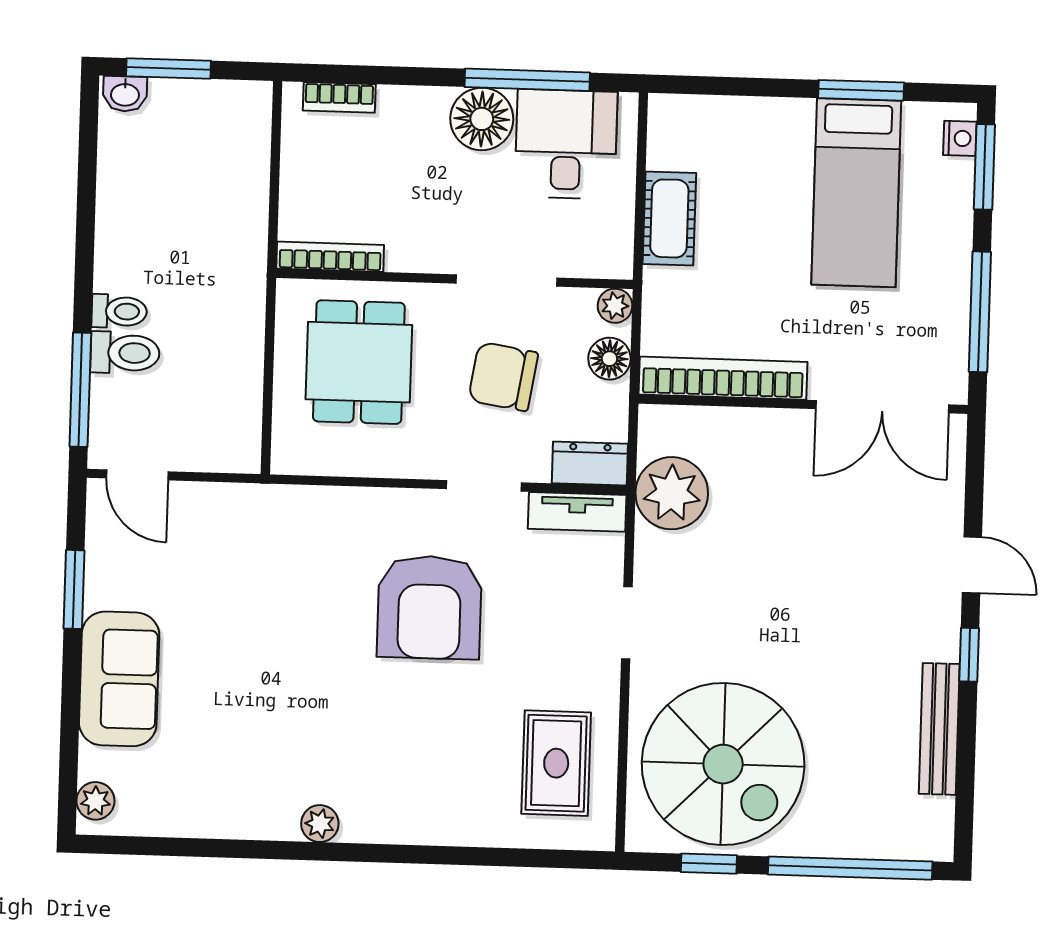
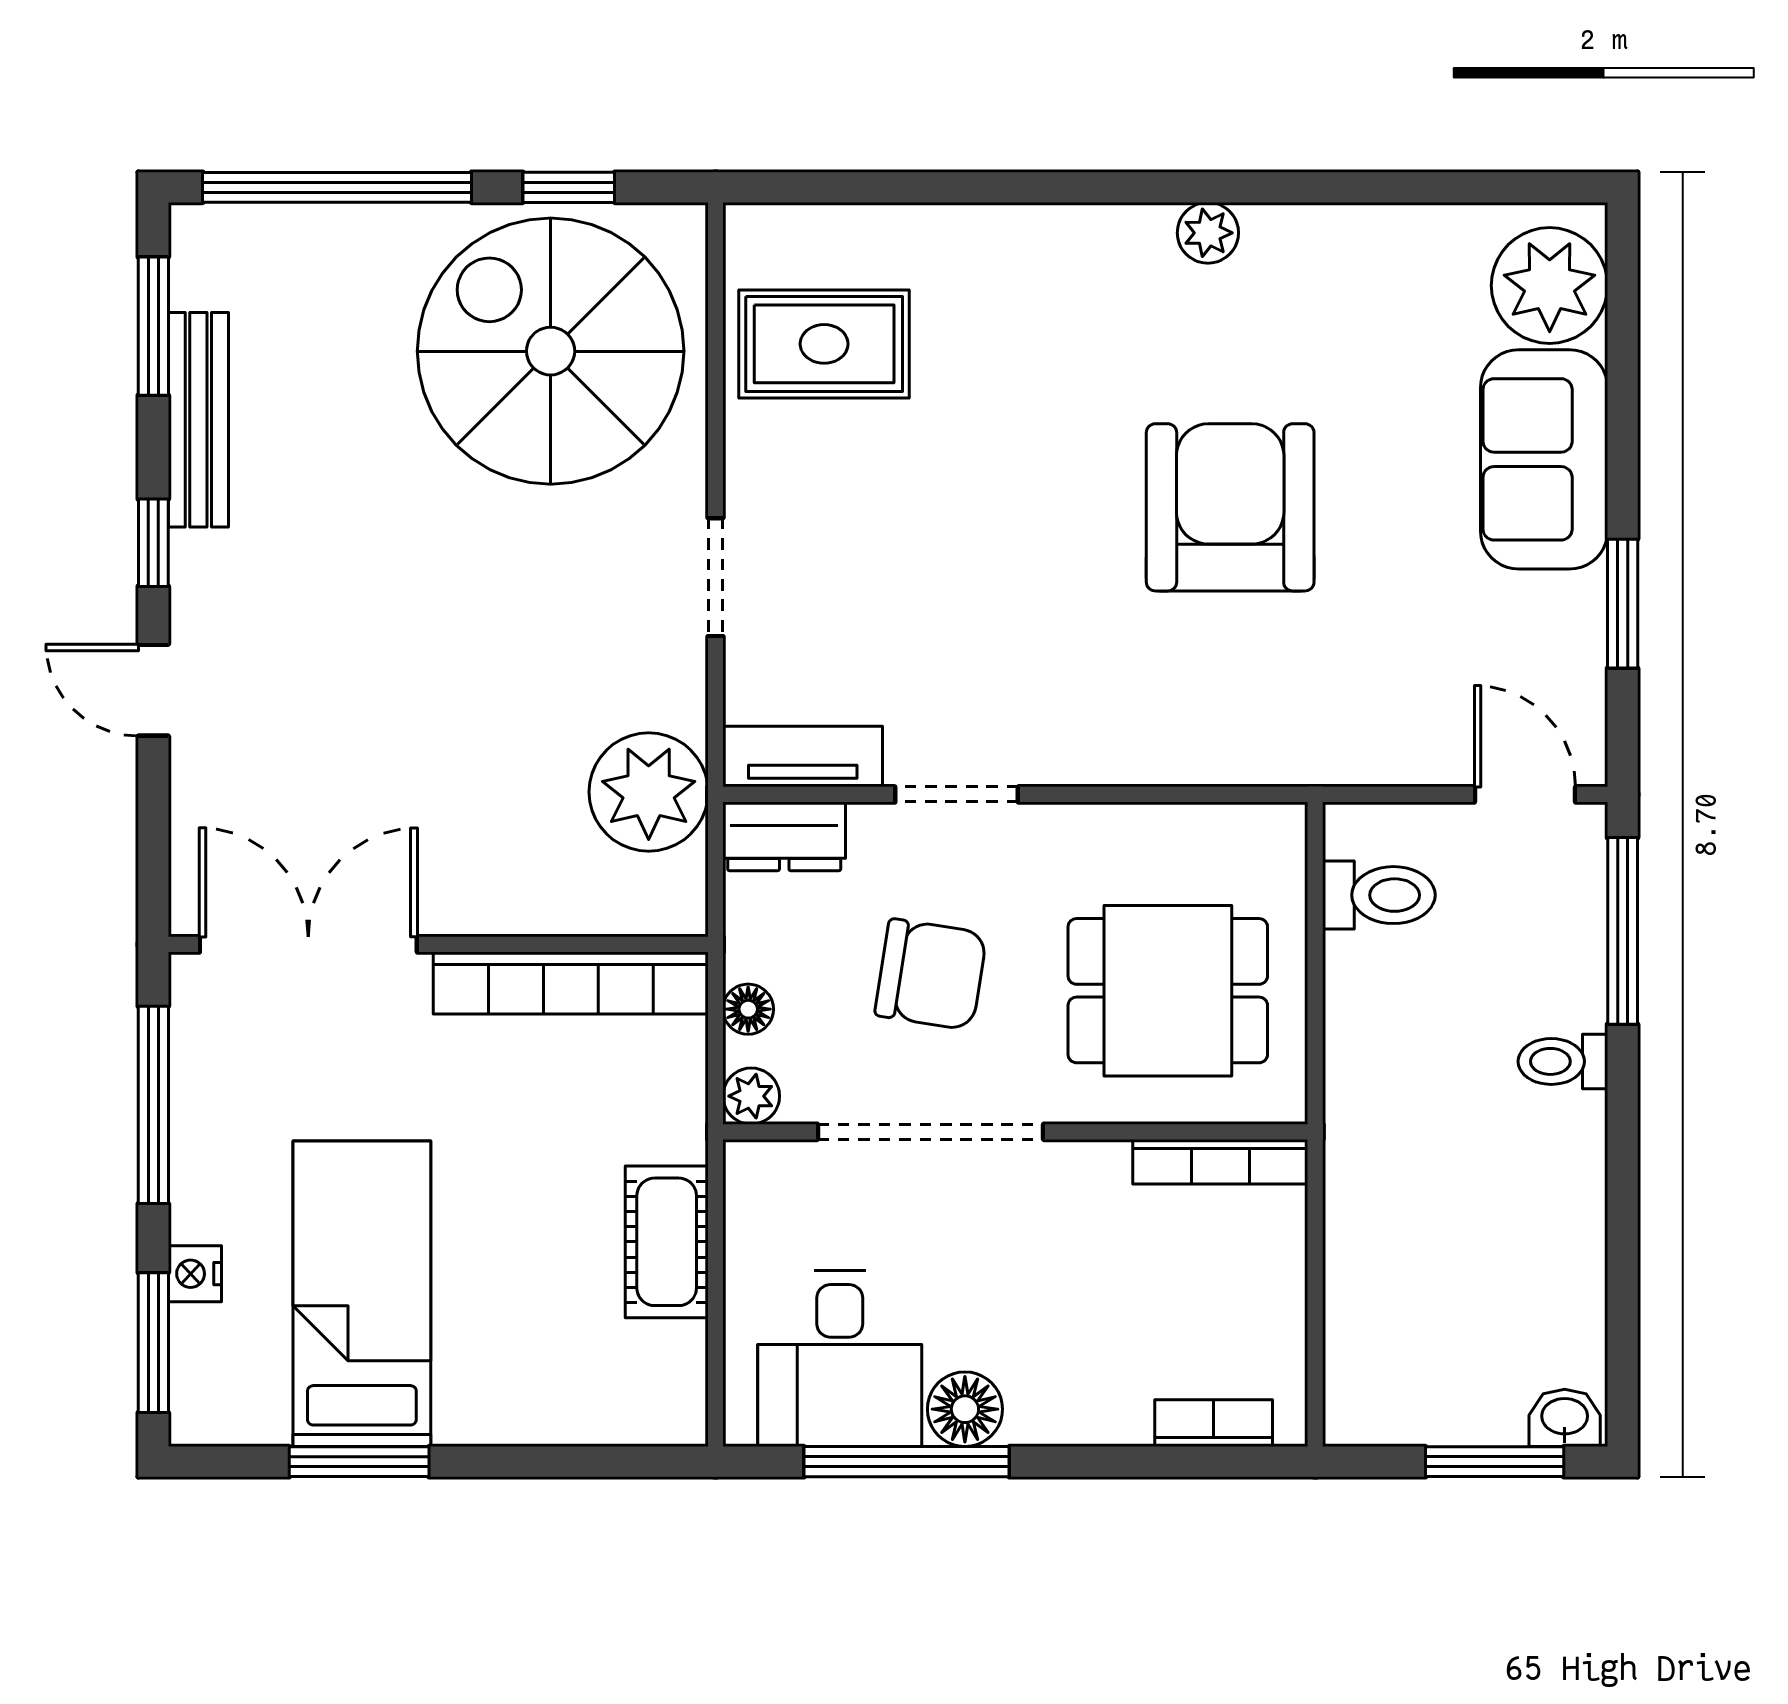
floor lamp: (482, 119) -> (965, 1409), width x0.73, depth x0.73
nightstand: (960, 138) -> (195, 1274), moved
doorway: (506, 281) -> (931, 1132), width x1.36
toilet: (125, 353) -> (1379, 895), moved, turned 180
floor lamp: (609, 359) -> (748, 1009), width x0.73, depth x0.73
dining table: (359, 362) -> (1168, 991), turned 90
armchair: (429, 607) -> (1230, 507), moved
rug: (556, 763) -> (824, 344), turned 90
window: (965, 787) -> (153, 326), added
plant: (95, 801) -> (1550, 286), width x1.88, depth x1.88

